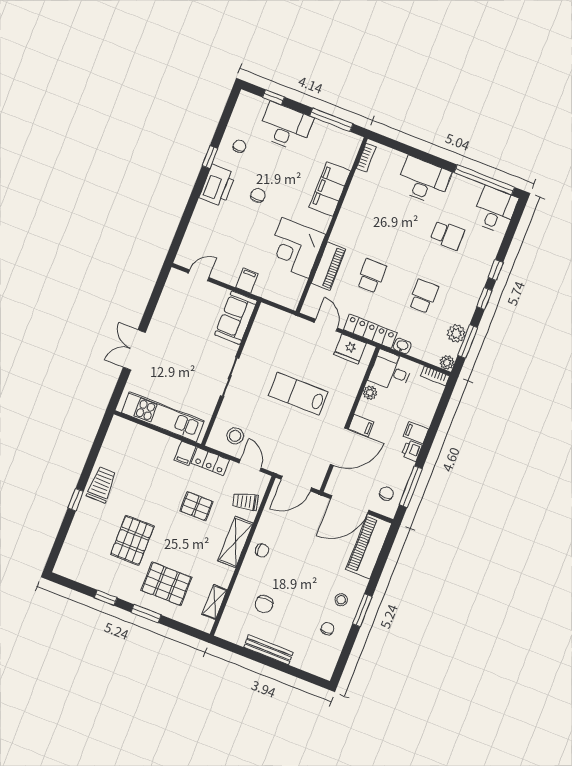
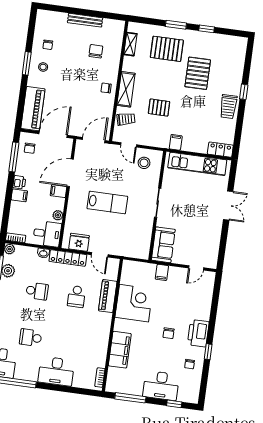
school desk: (423, 296) -> (37, 291), turned -90
locker: (210, 461) -> (220, 150), moved

